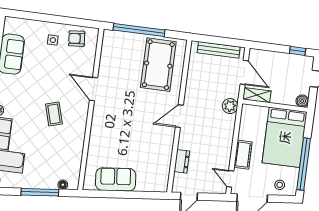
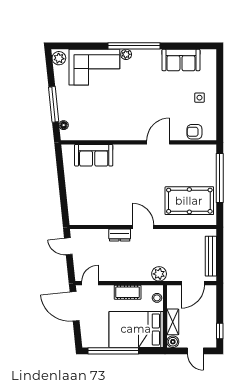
armchair: (77, 39) -> (194, 132), moved, turned -85
shelving: (257, 95) -> (173, 322), moved
coffee table: (54, 114) -> (130, 108), removed
cot: (243, 155) -> (128, 292), moved
dresser: (182, 161) -> (120, 235), moved
sofa: (116, 179) -> (94, 155), moved, turned 96
stool: (280, 185) -> (157, 298), moved

